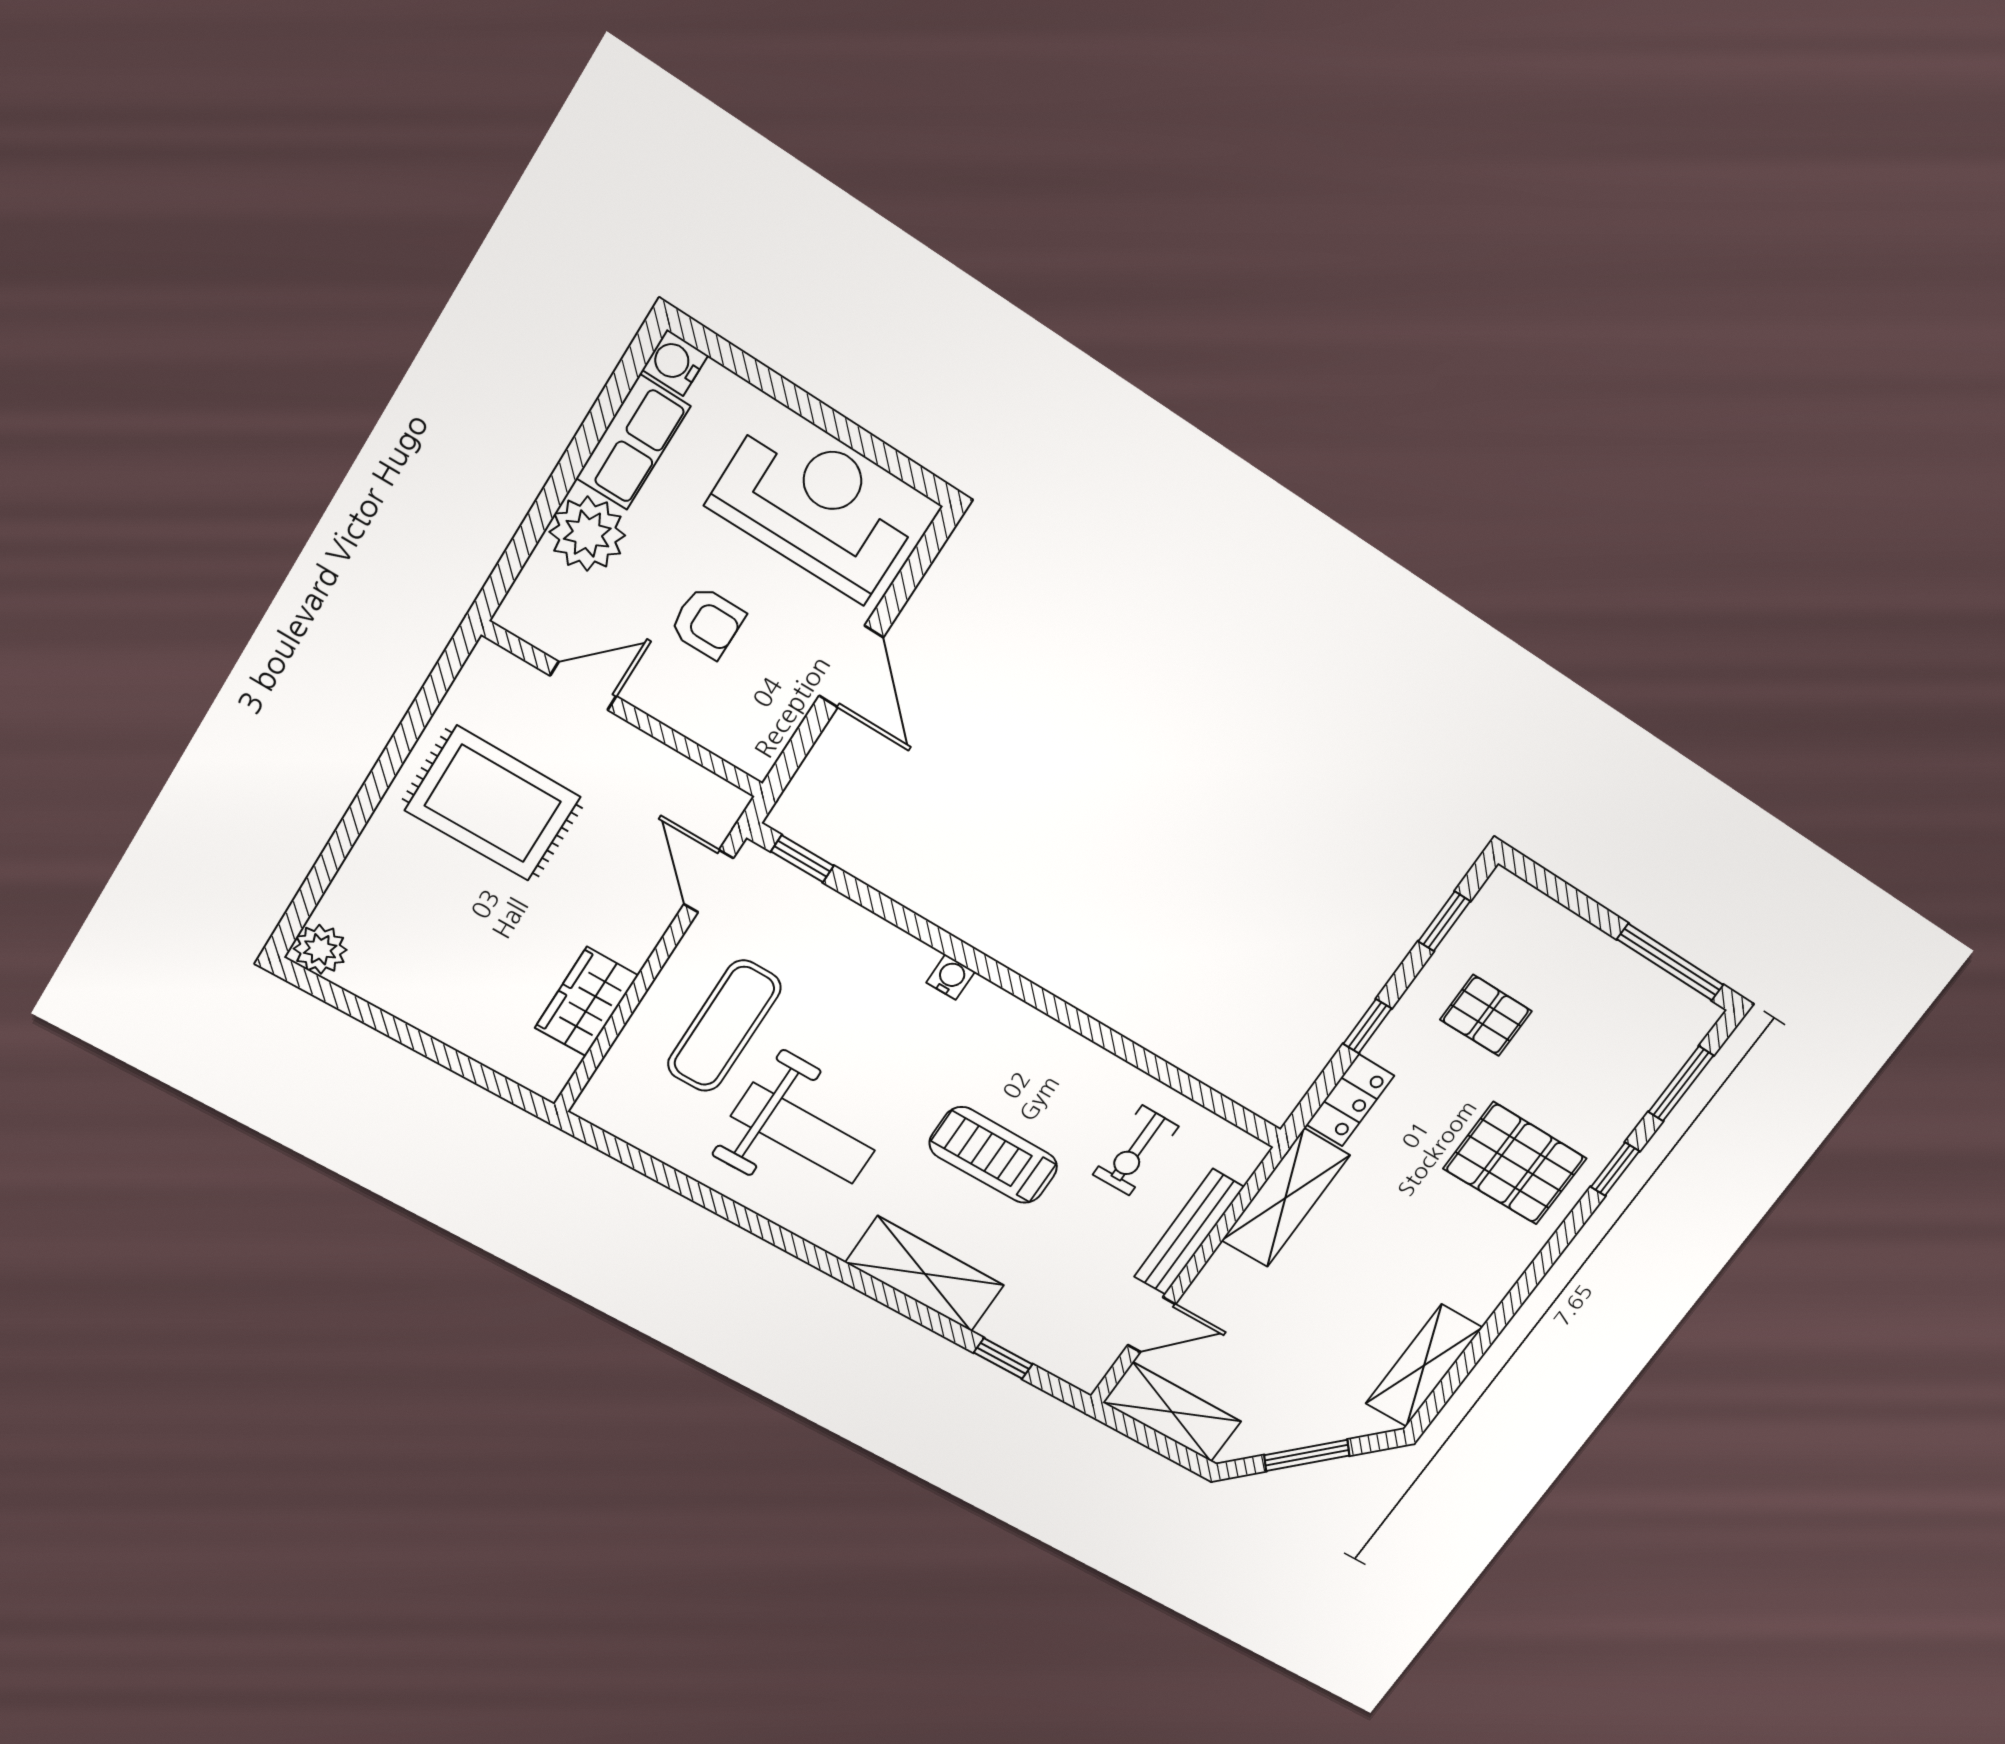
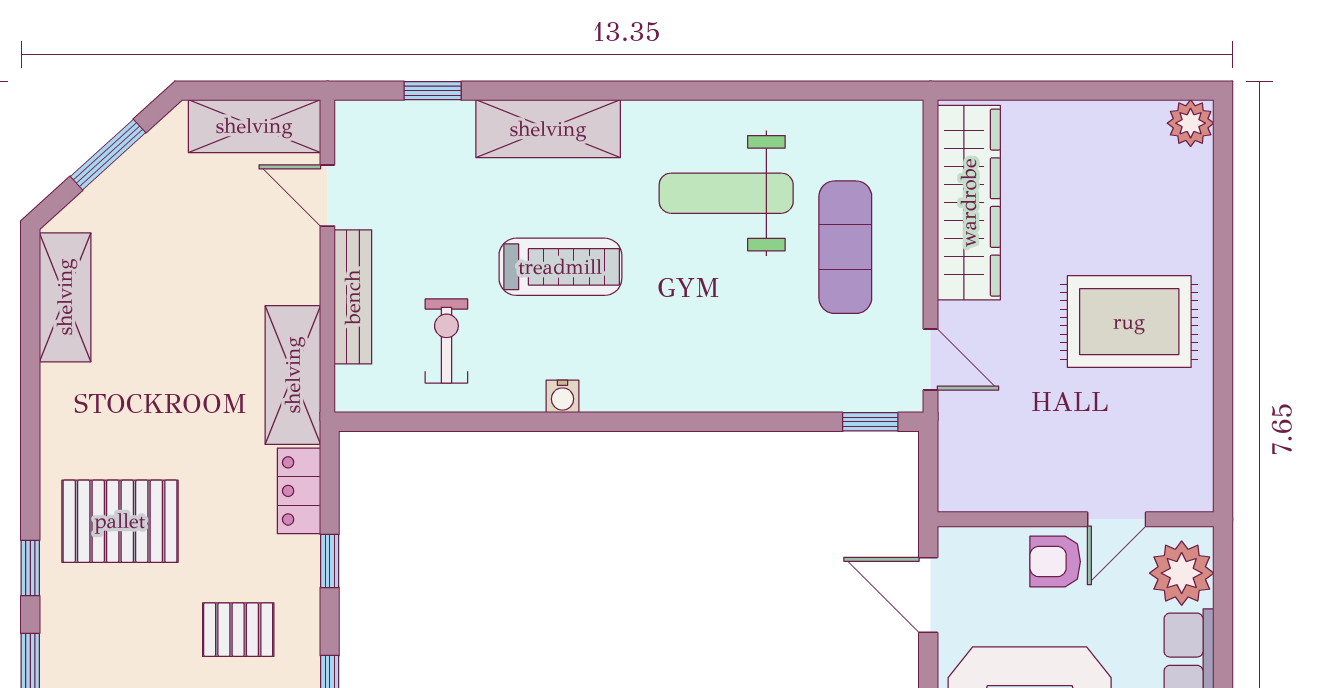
door: (583, 686) -> (1117, 519), moved
wall: (624, 710) -> (1076, 519), moved
water cooler: (951, 977) -> (562, 396), moved
wardrobe: (586, 1002) -> (969, 203), width x2.10, depth x1.17
door: (1152, 1325) -> (327, 196), hinge flipped

